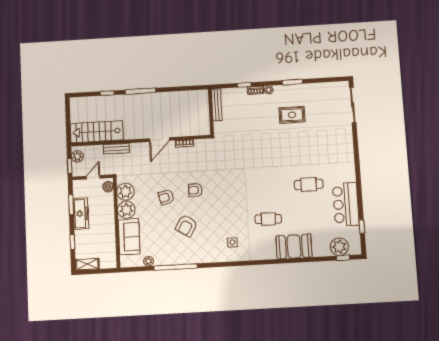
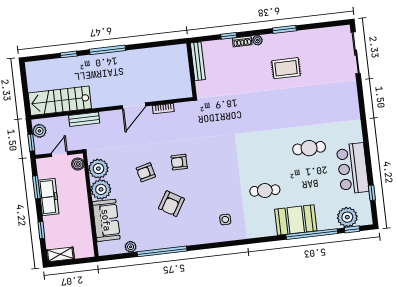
window: (307, 260) -> (312, 234), added

